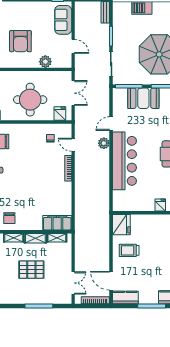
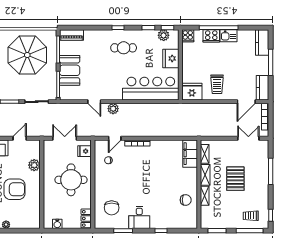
bar counter: (124, 161) -> (151, 89), moved
fridge: (160, 205) -> (171, 58), width x1.88, depth x1.34

